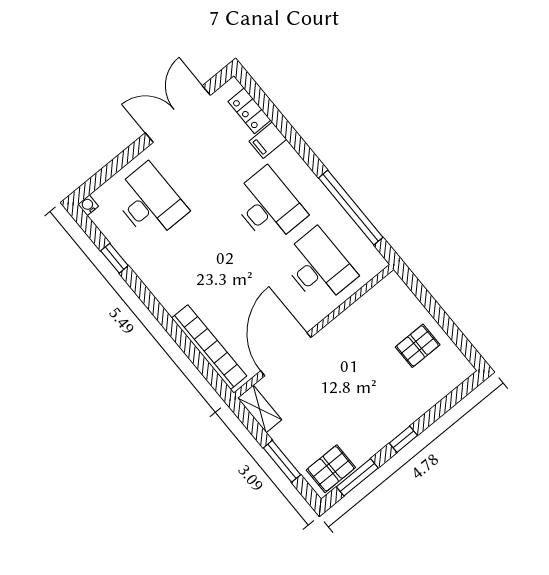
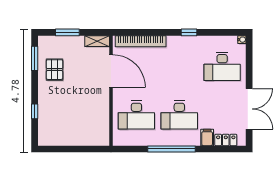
window: (351, 208) -> (172, 149), moved
window: (114, 258) -> (189, 32), moved
pallet: (418, 346) -> (69, 129), removed
window: (403, 439) -> (35, 111), moved
pallet: (331, 469) -> (54, 70), moved

